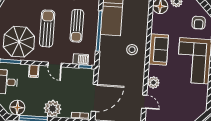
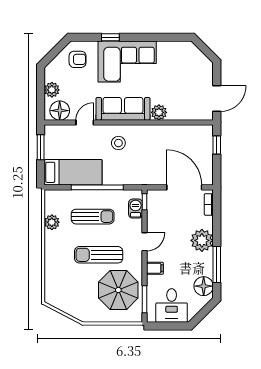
sofa: (158, 49) -> (123, 109), width x1.36
door: (144, 102) -> (85, 122), moved

